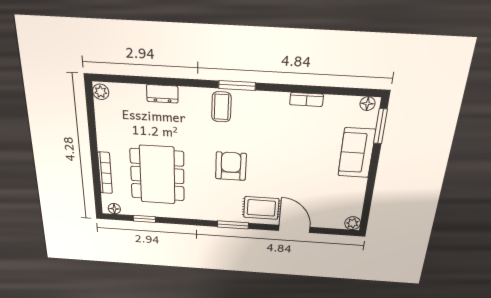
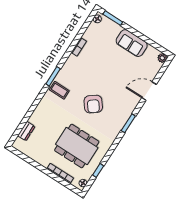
plant: (101, 92) -> (18, 145), removed
dresser: (162, 94) -> (26, 131), moved
sofa: (357, 153) -> (132, 43), moved
armchair: (231, 166) -> (93, 104), turned -127
rug: (261, 208) -> (126, 102), removed

